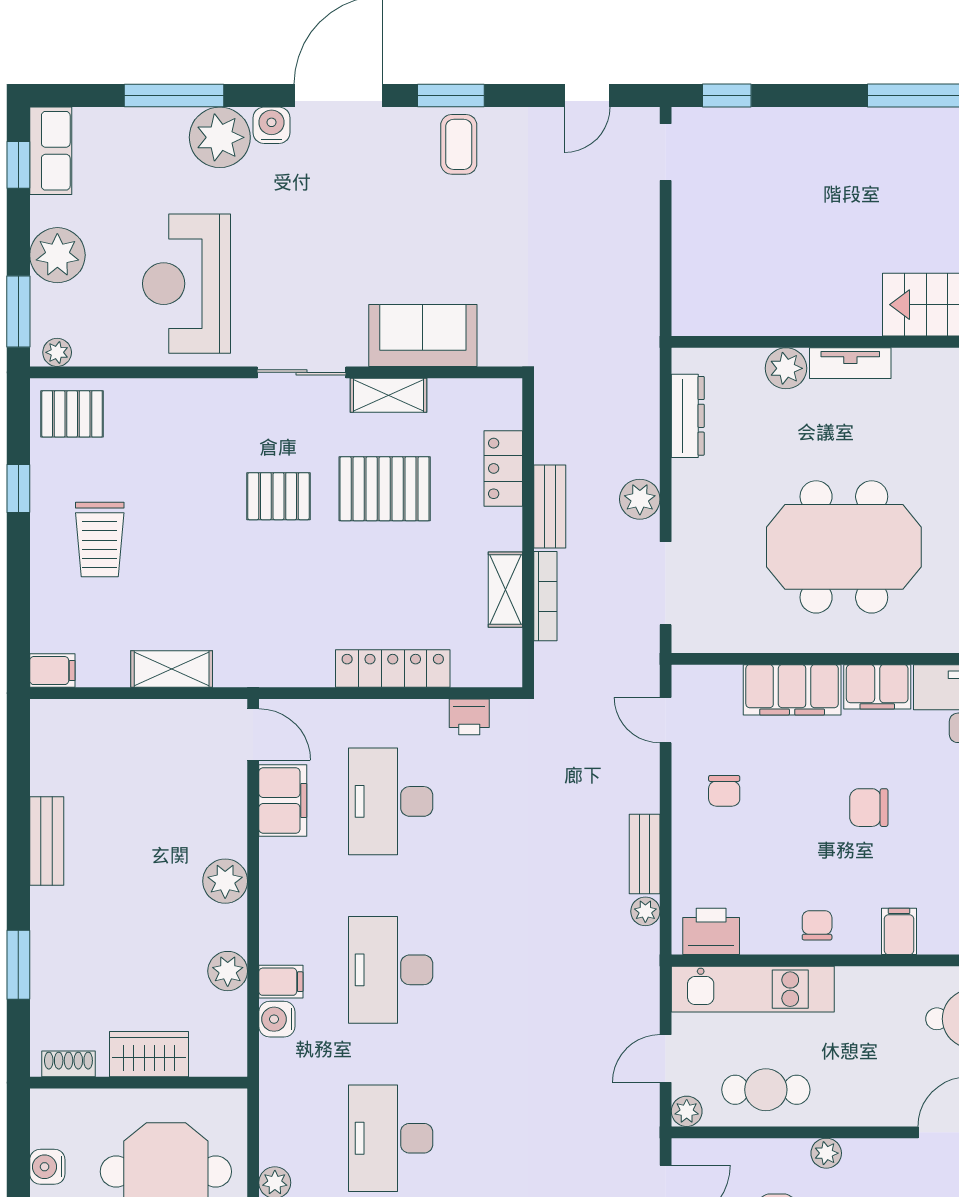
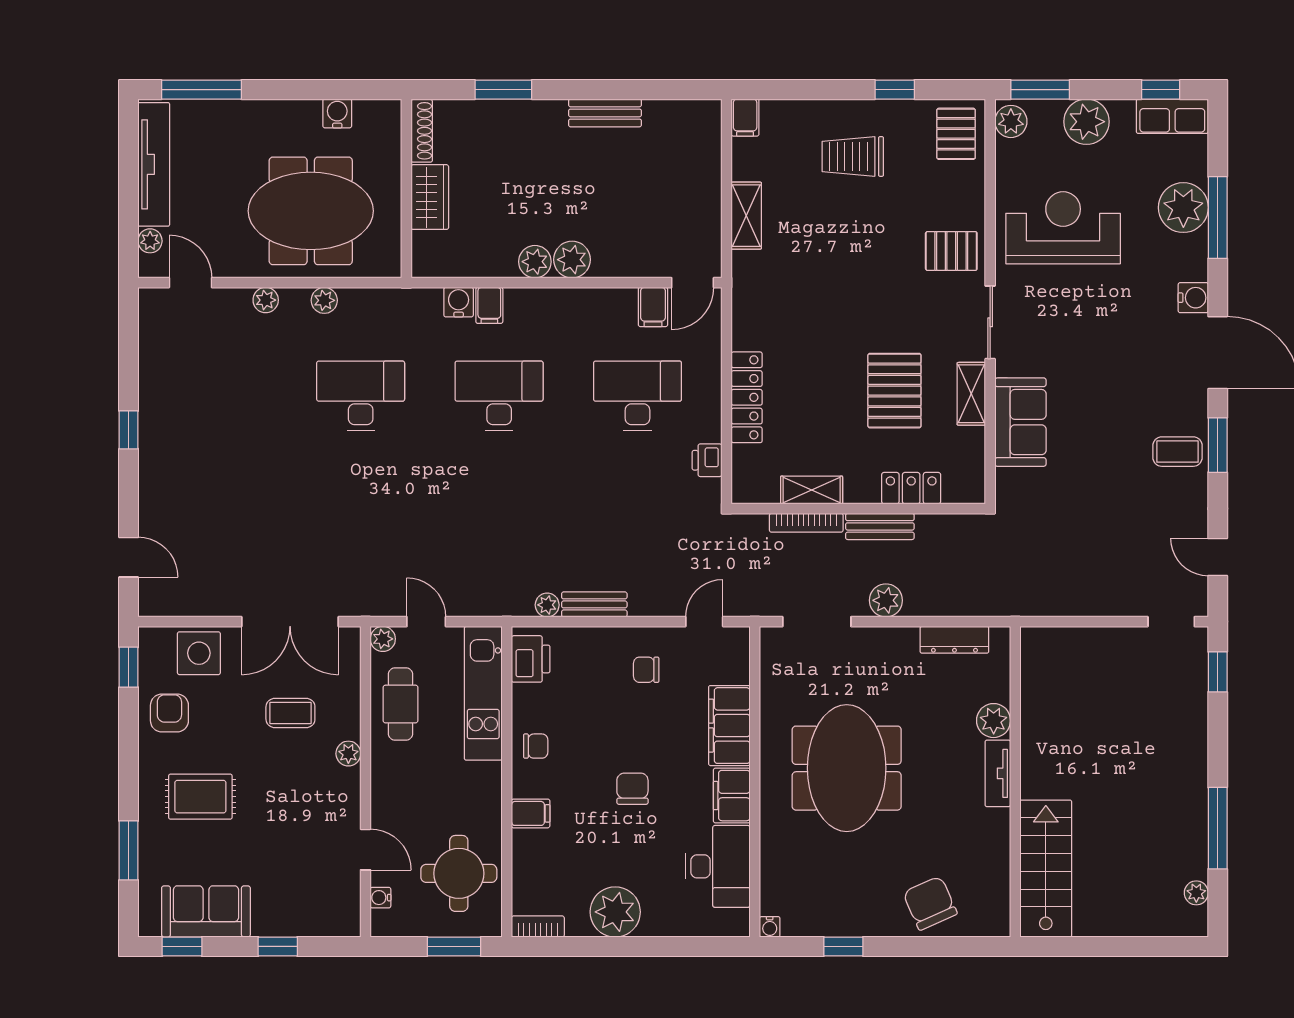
plant: (220, 137) -> (1183, 208), moved
plant: (57, 352) -> (1011, 121), width x1.38, depth x1.38
pallet: (278, 496) -> (951, 251), moved, turned 90
filing cabinet: (283, 800) -> (653, 307), width x0.50
plant: (228, 971) -> (535, 262), moved
shoe rack: (68, 1064) -> (422, 131), width x1.43

